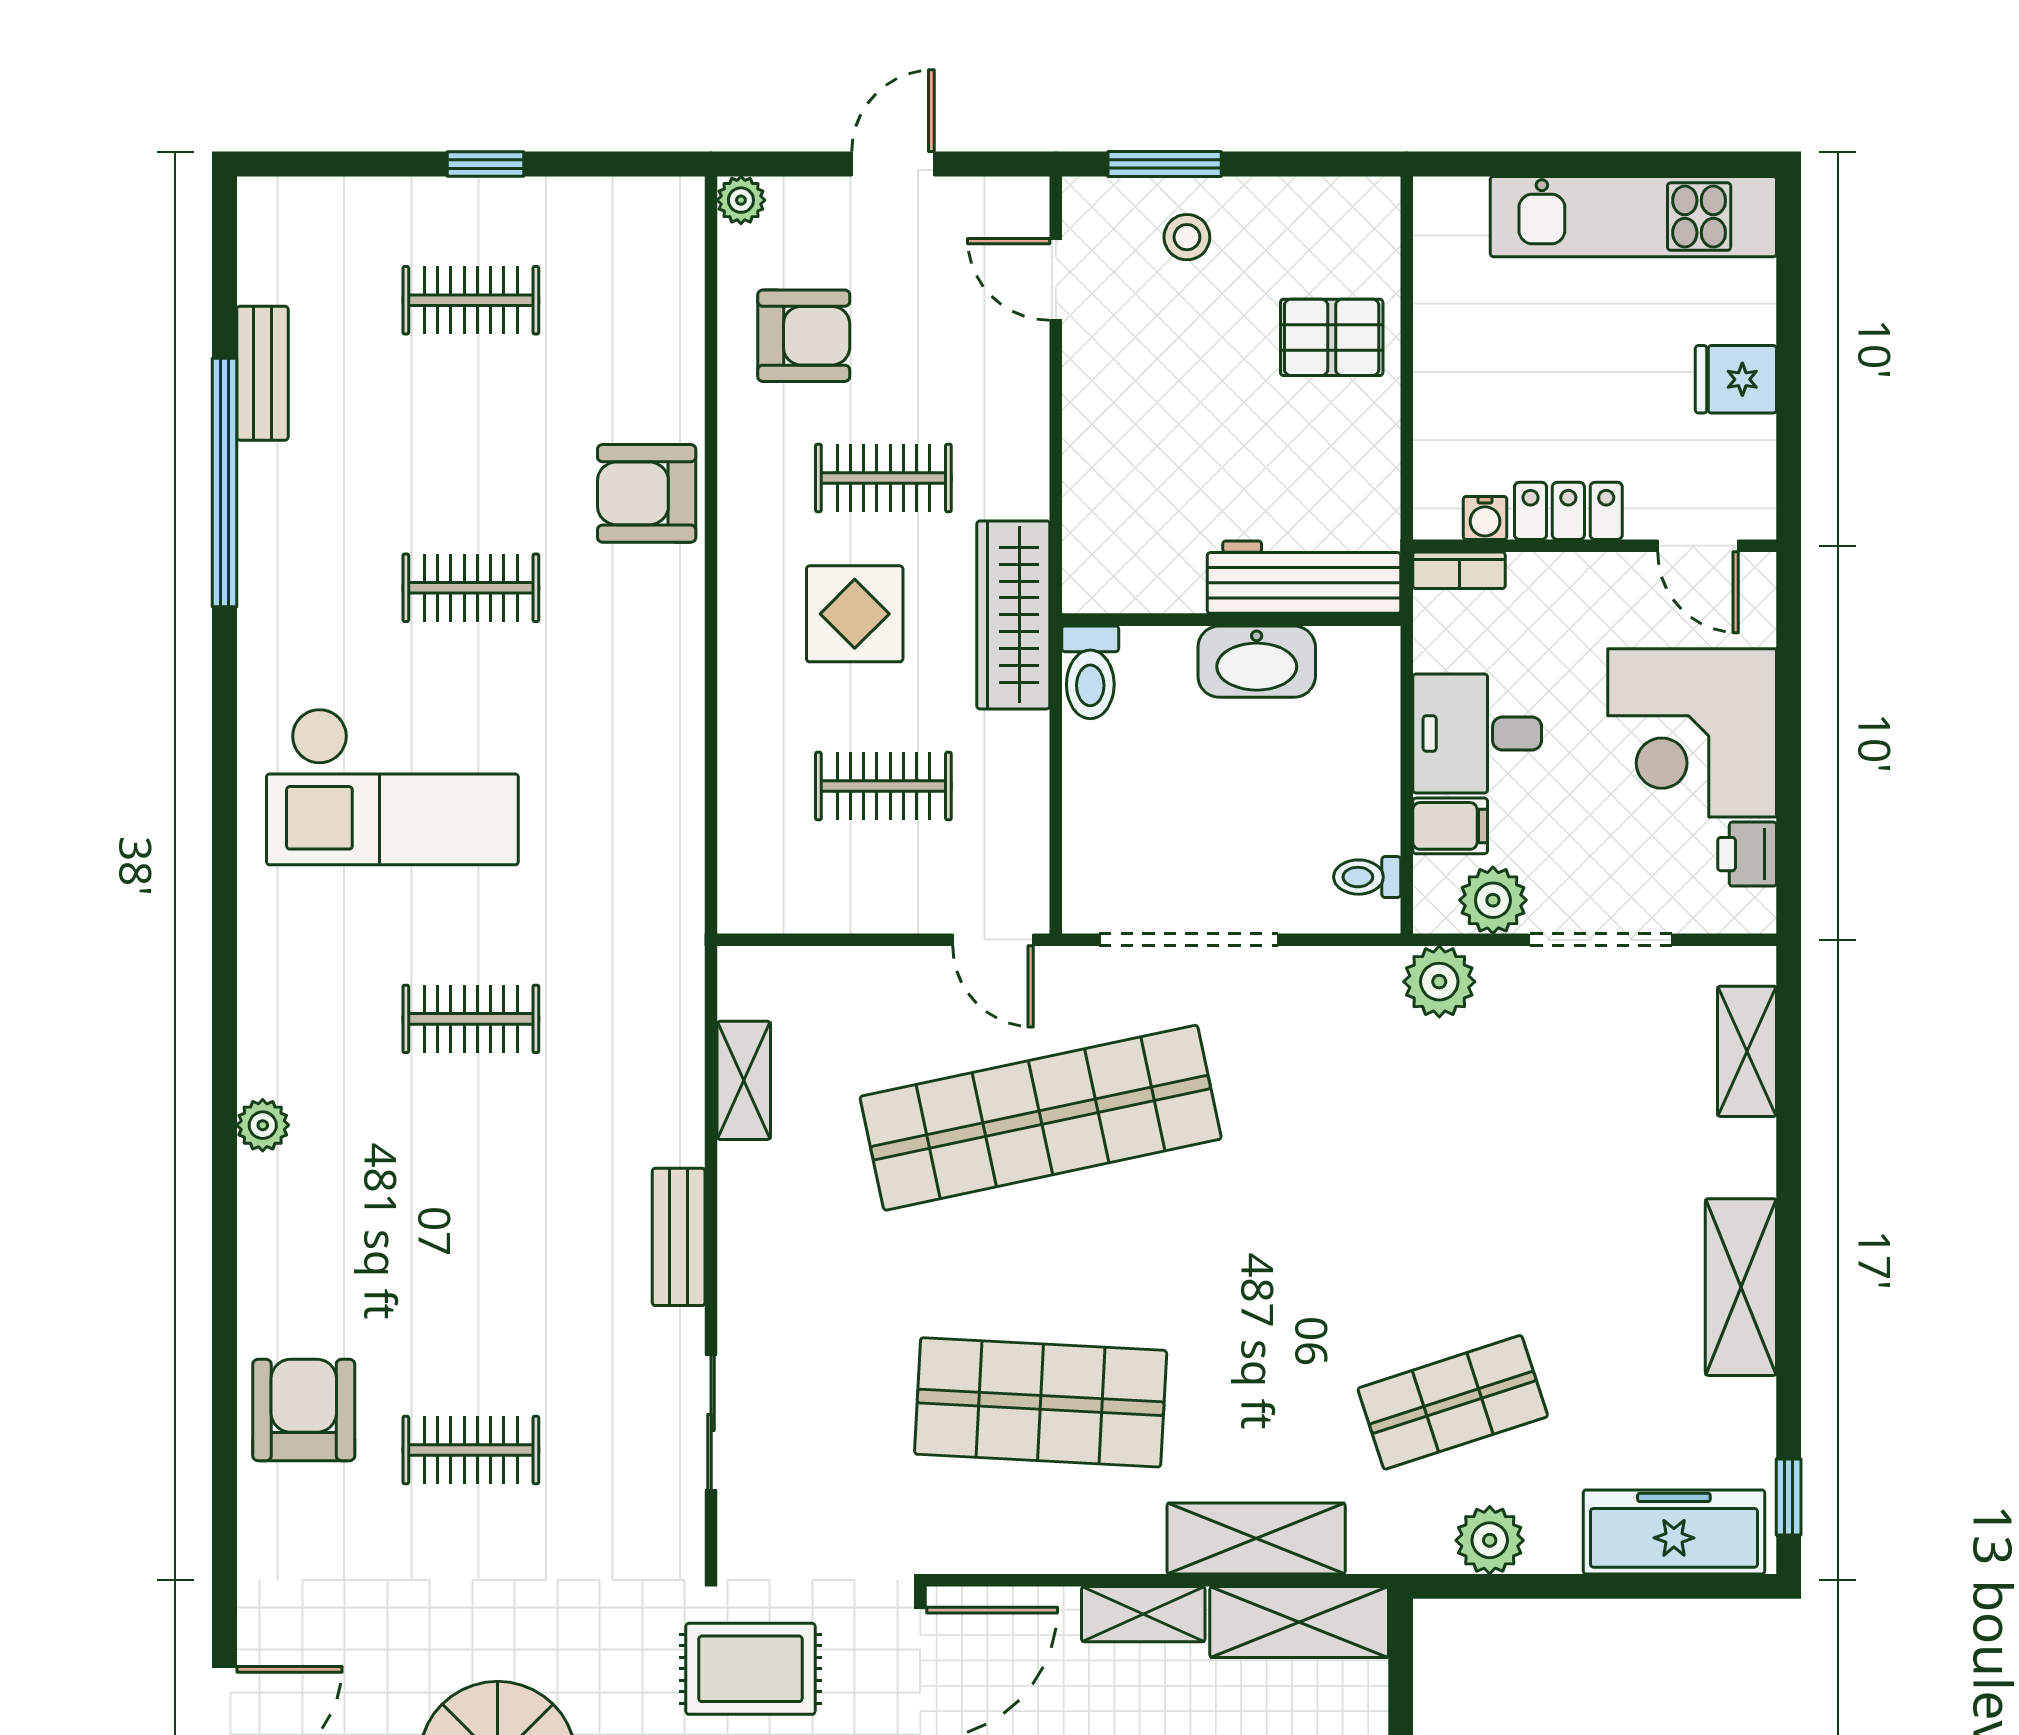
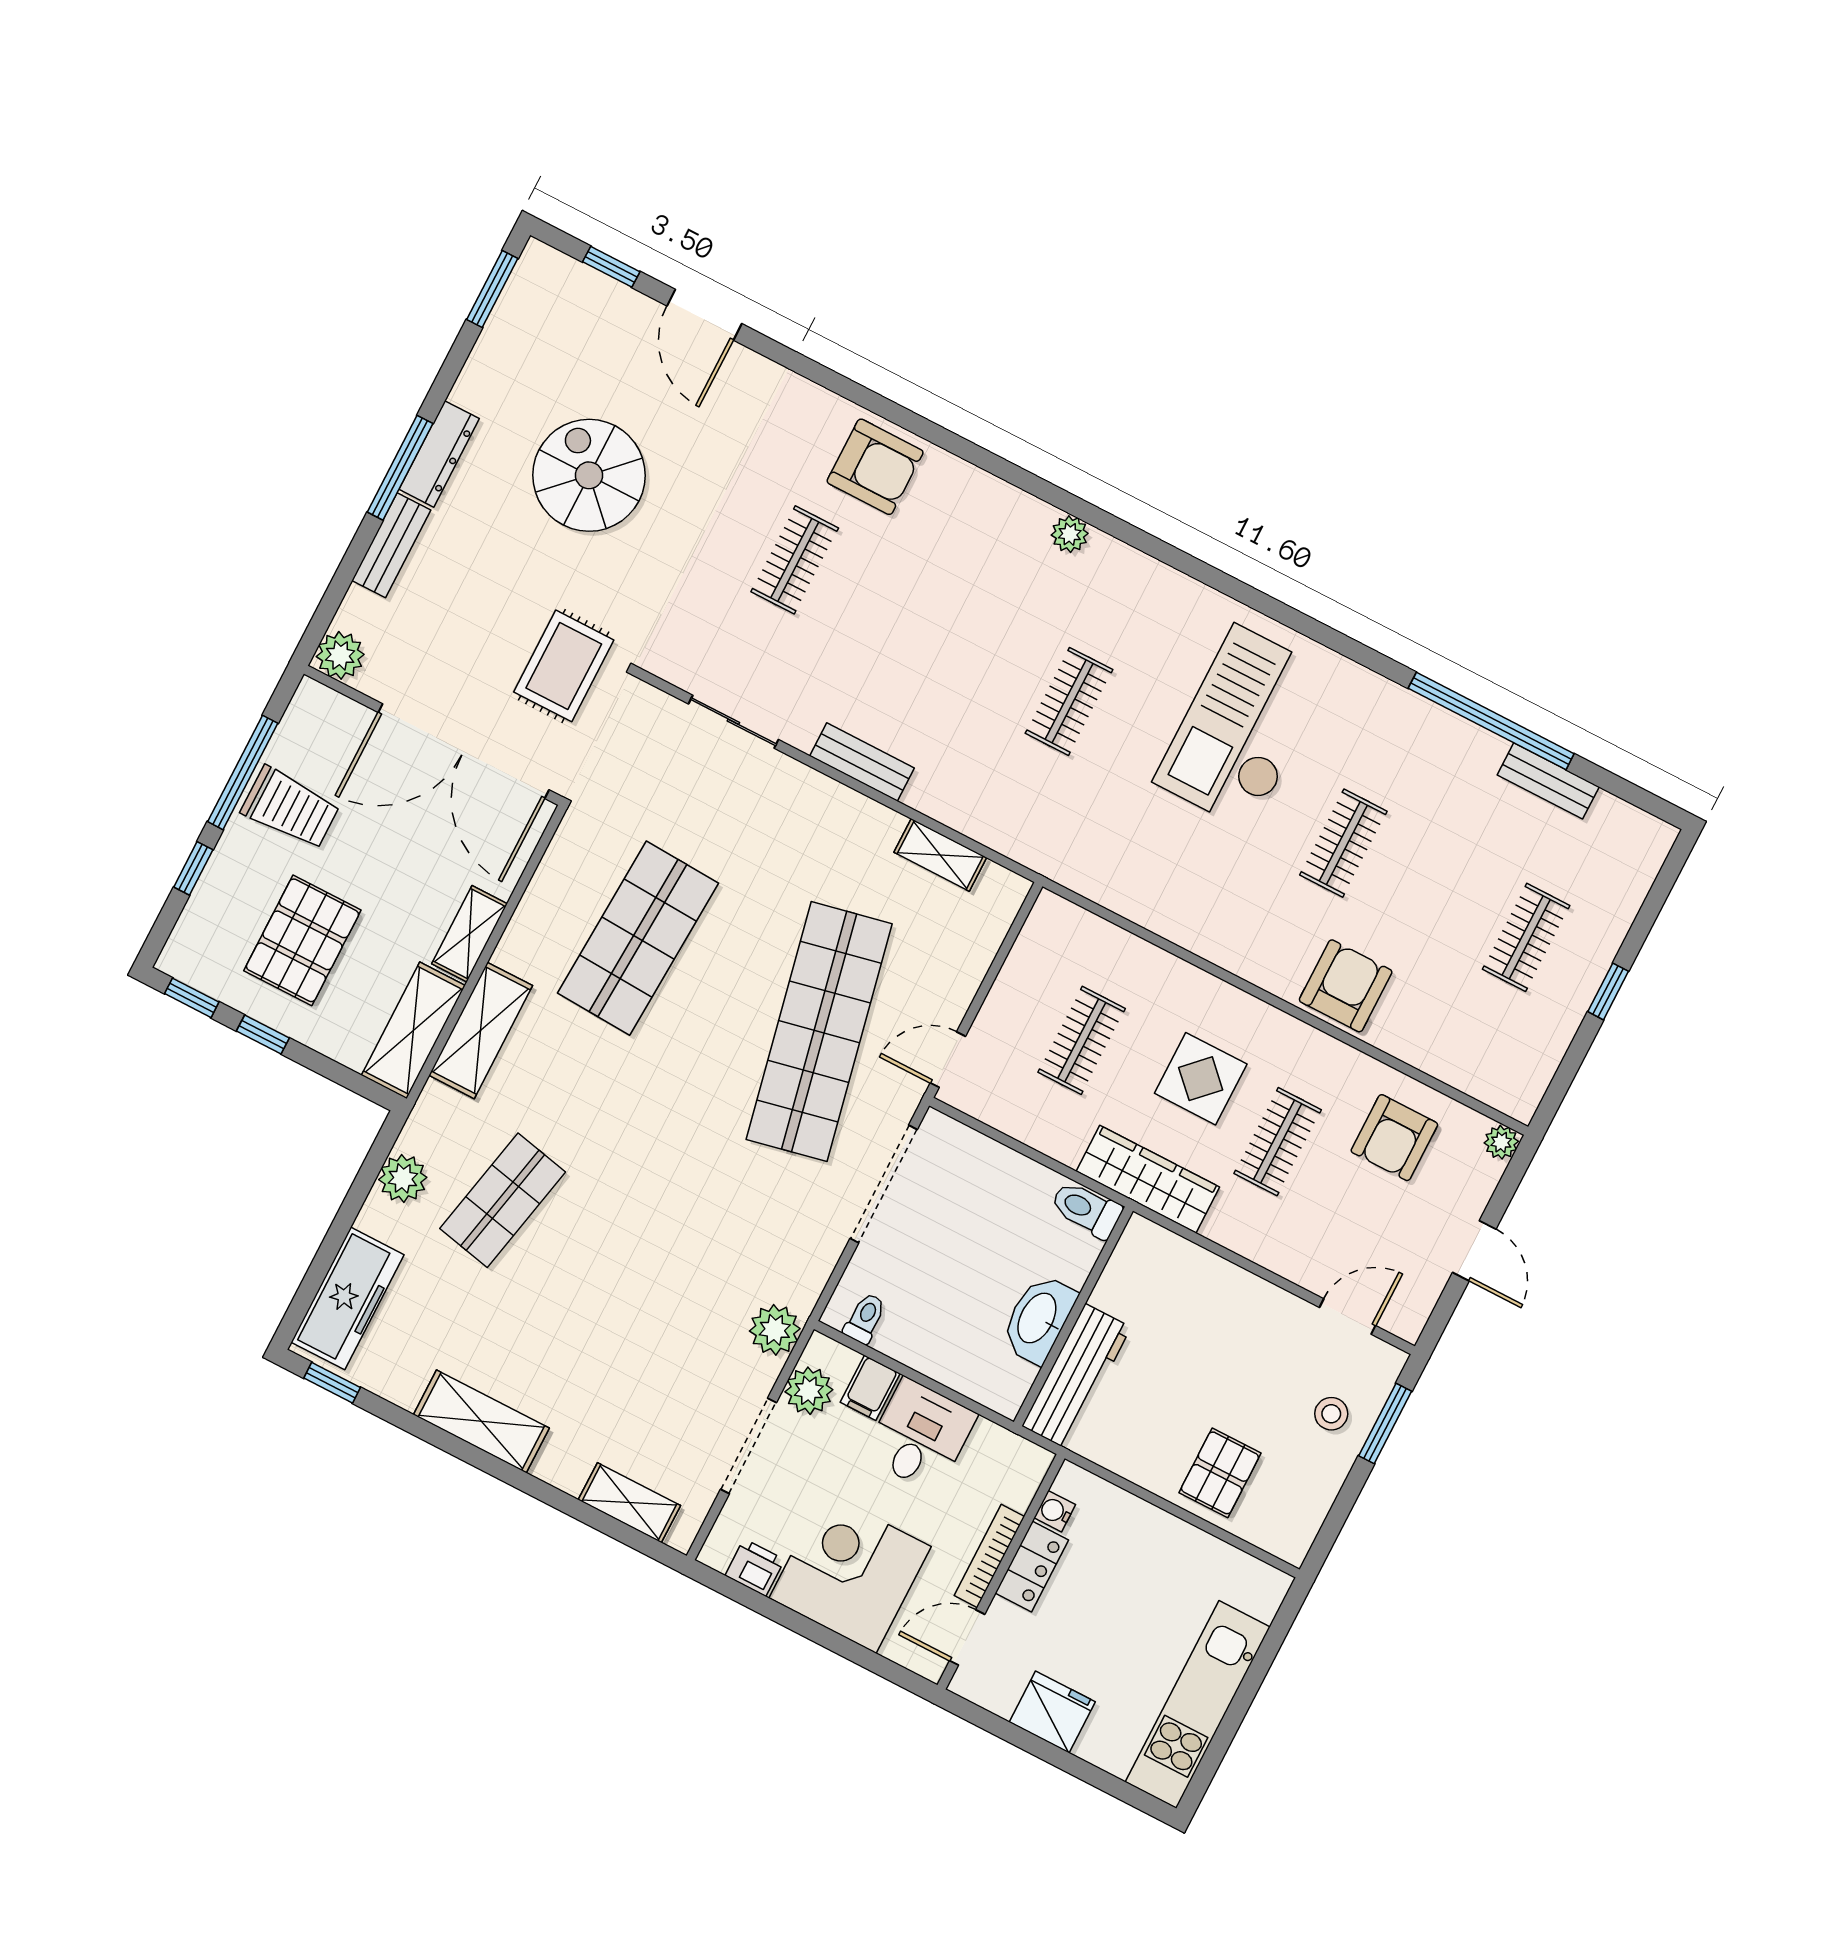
fridge: (1736, 379) -> (1052, 1712), width x1.38
bookcase: (1459, 570) -> (989, 1556), moved, width x1.56
shop shelf: (1453, 1402) -> (503, 1200), turned 30

